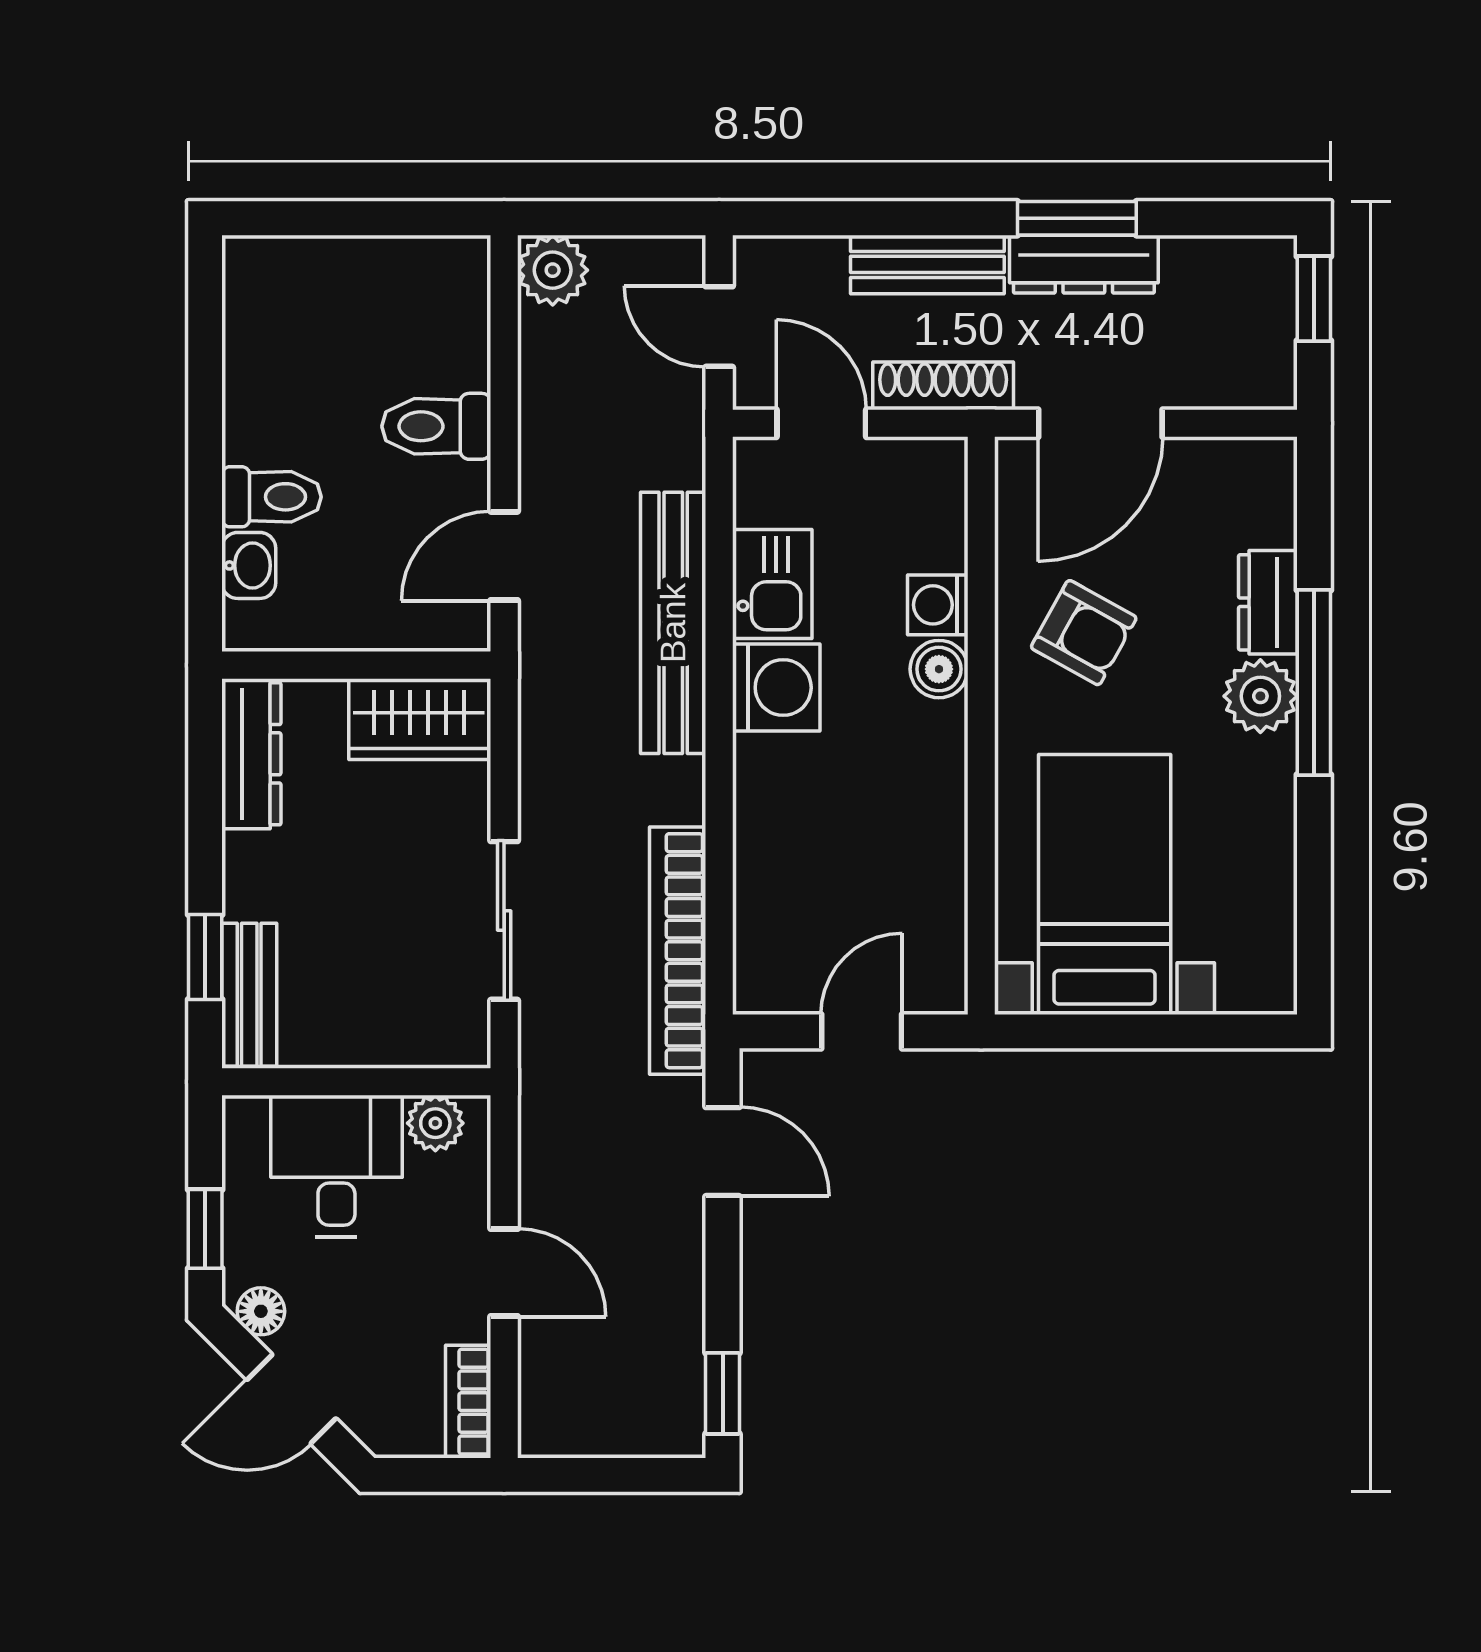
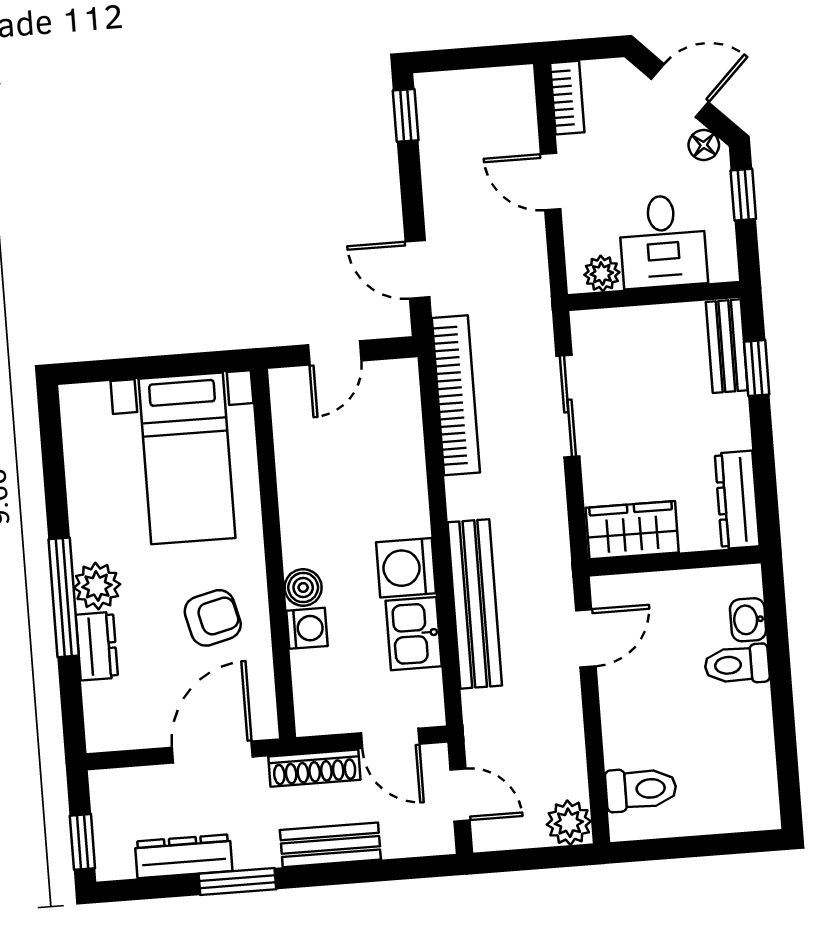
dresser: (1084, 264) -> (184, 856), moved
toilet: (436, 426) -> (641, 789), moved
armchair: (1084, 633) -> (213, 618), turned 137

